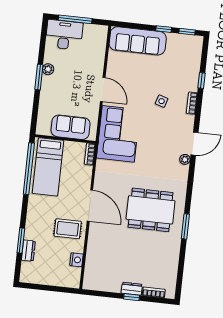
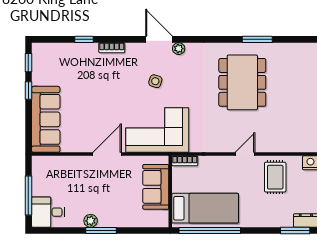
desk: (64, 35) -> (48, 212), width x0.73
side table: (162, 101) -> (155, 81), moved
door: (90, 206) -> (245, 154), width x0.53

